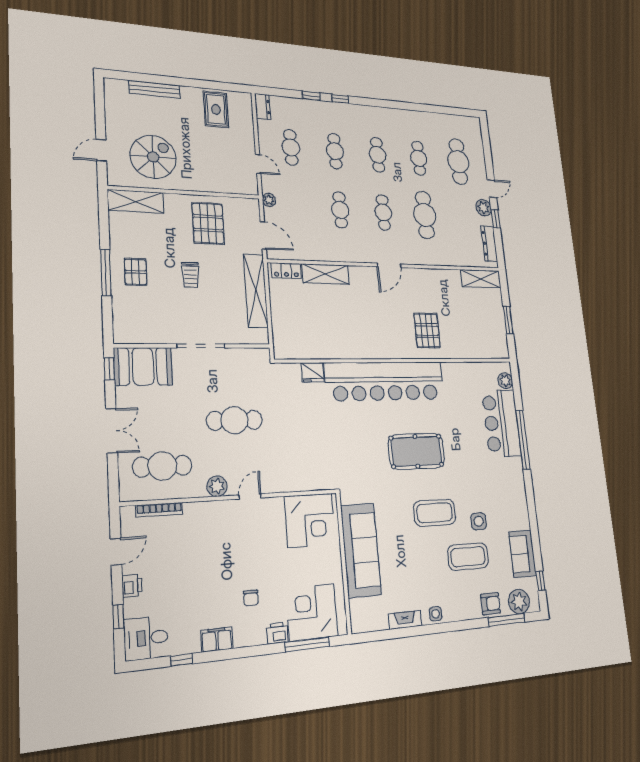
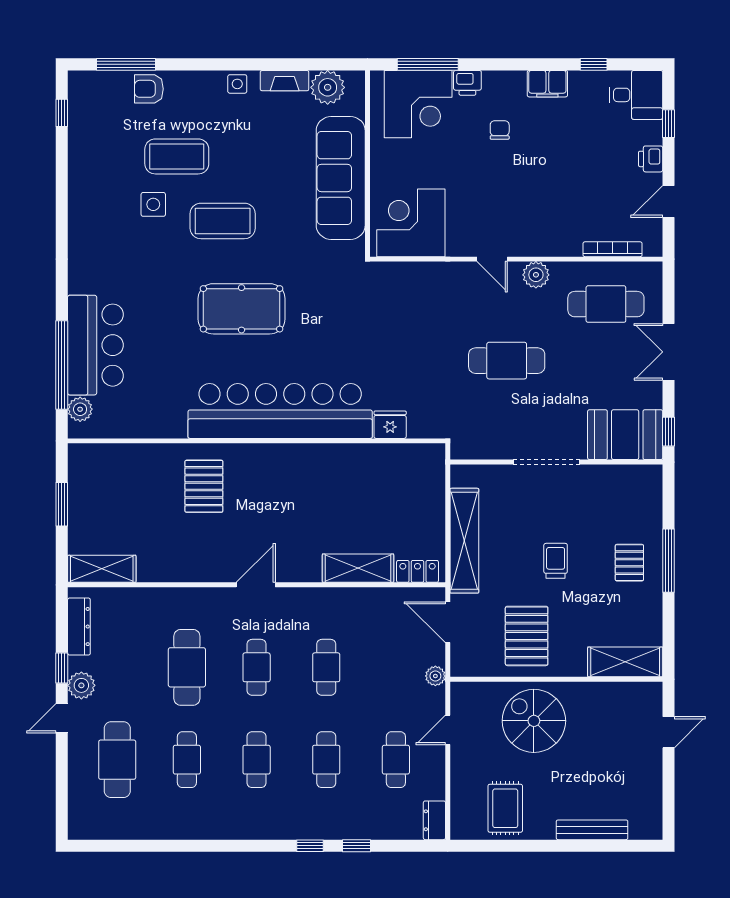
spiral stairs: (153, 157) -> (534, 721), moved, turned 90
door: (258, 164) -> (448, 730), hinge flipped
window: (523, 440) -> (62, 365), moved
door: (250, 496) -> (492, 259), hinge flipped
sofa: (523, 554) -> (87, 153), removed
plant: (519, 602) -> (328, 87), moved

